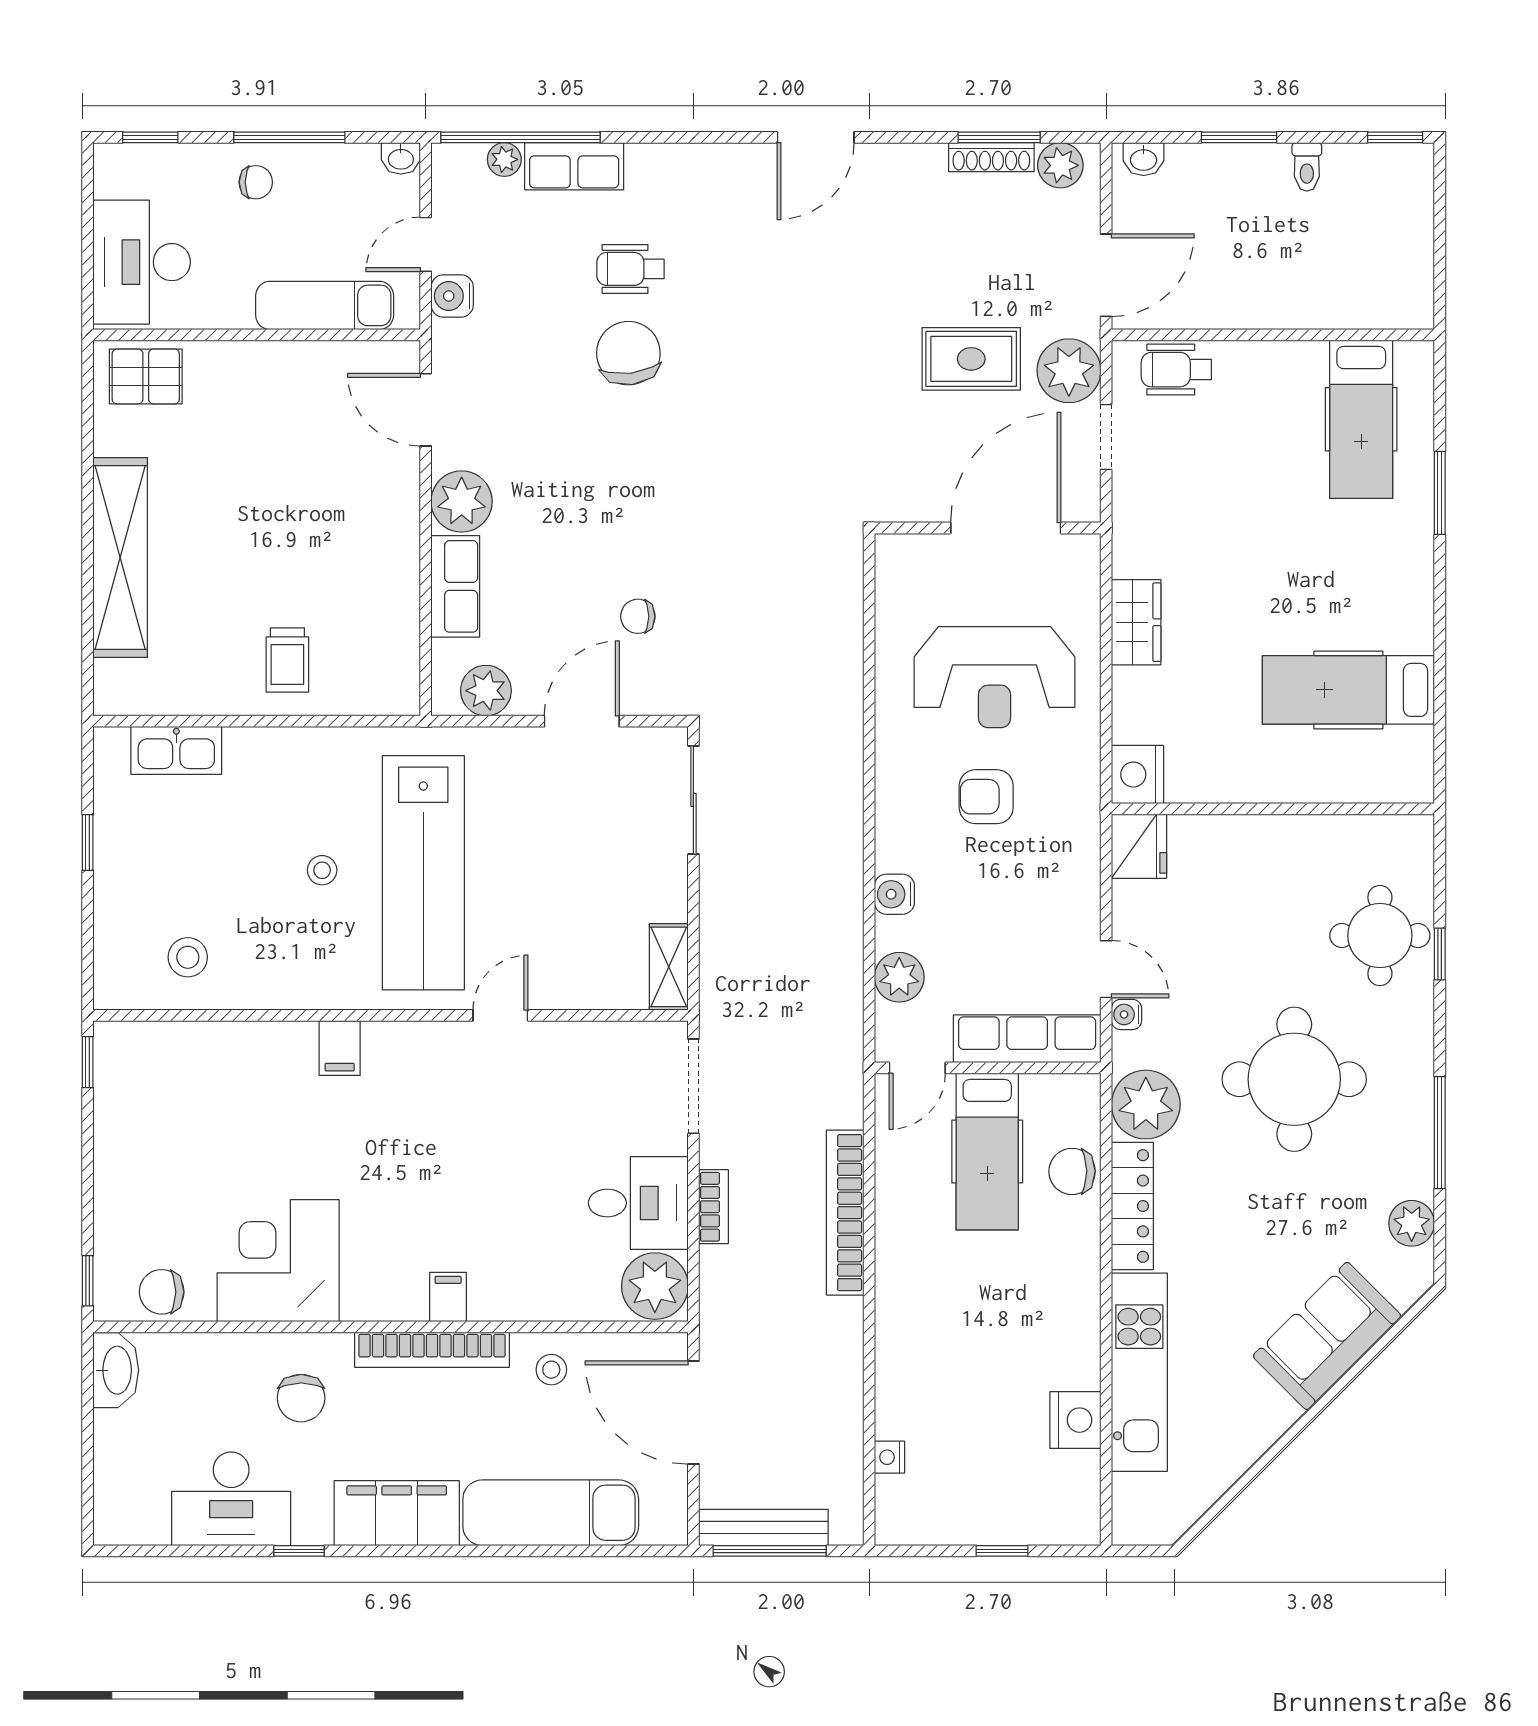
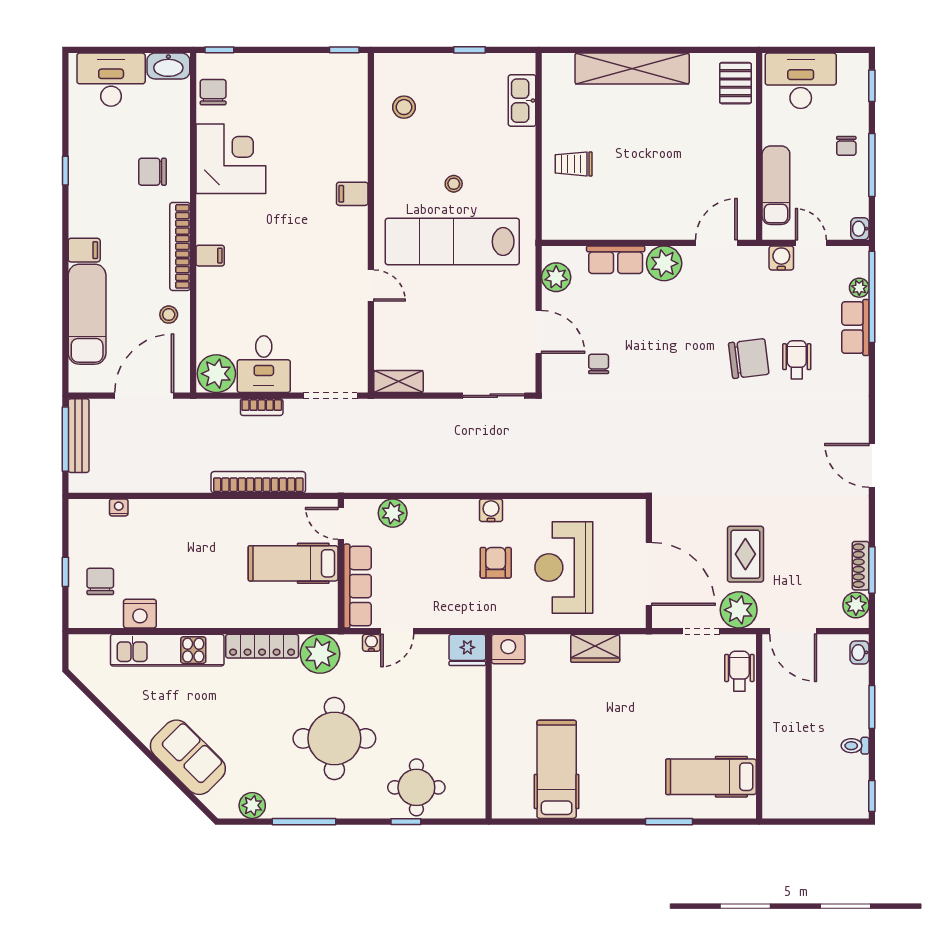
water cooler: (894, 894) -> (491, 510), moved
chair: (1072, 1171) -> (100, 581), moved
desk: (231, 1499) -> (111, 80), moved, turned 90
filing cabinet: (397, 1513) -> (84, 250), width x0.33, depth x0.86

